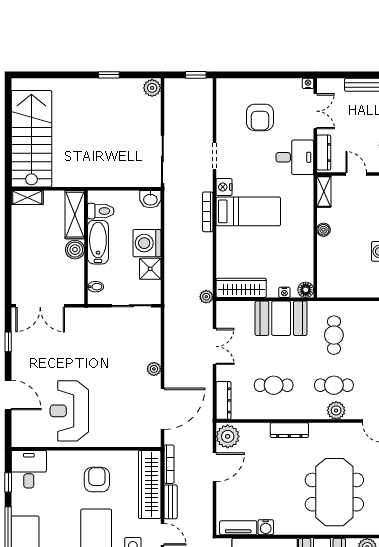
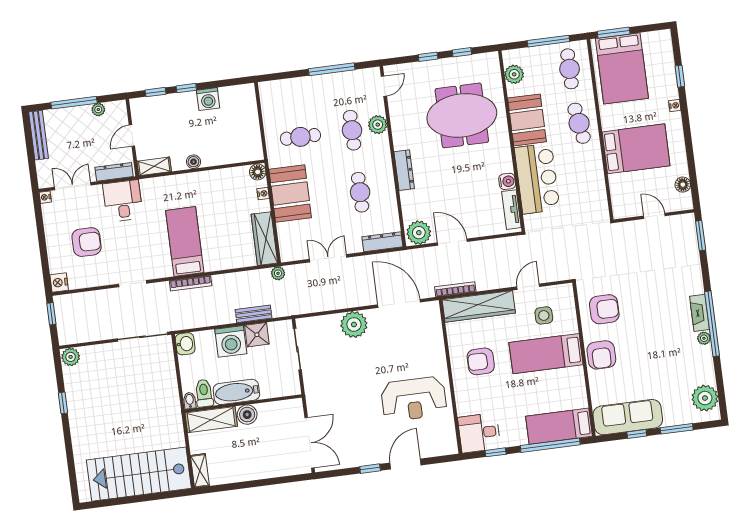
nightstand: (224, 187) -> (59, 282), moved, turned 90
bidet: (96, 287) -> (190, 401), moved
window: (8, 342) -> (370, 469), moved
plant: (154, 369) -> (354, 324), width x1.88, depth x1.88
bench: (171, 502) -> (254, 314), moved

